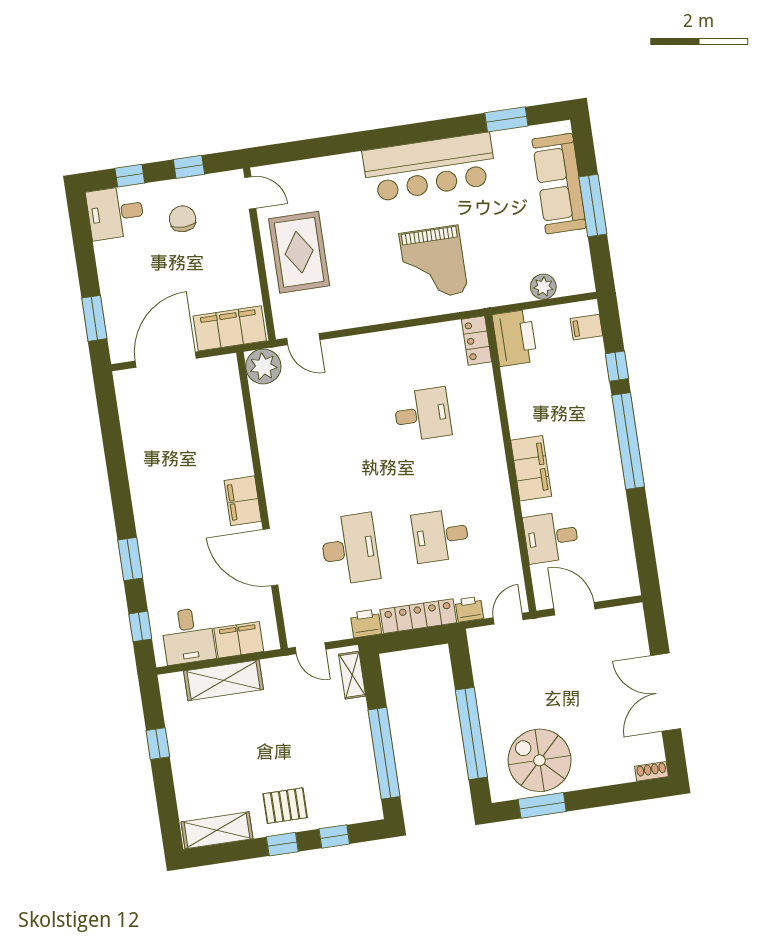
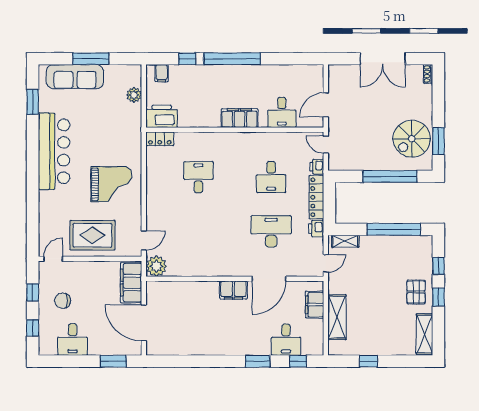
desk: (115, 213) -> (73, 340), moved
grand piano: (433, 263) -> (111, 184), moved
desk: (188, 636) -> (286, 340), moved, turned 90

